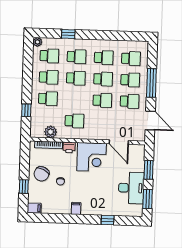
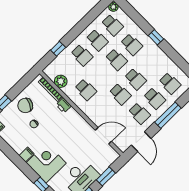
window: (68, 34) -> (156, 37), moved
school desk: (104, 58) -> (151, 64), removed
door: (119, 142) -> (103, 136), swing flipped
corner desk: (92, 157) -> (46, 163), moved, turned 180

